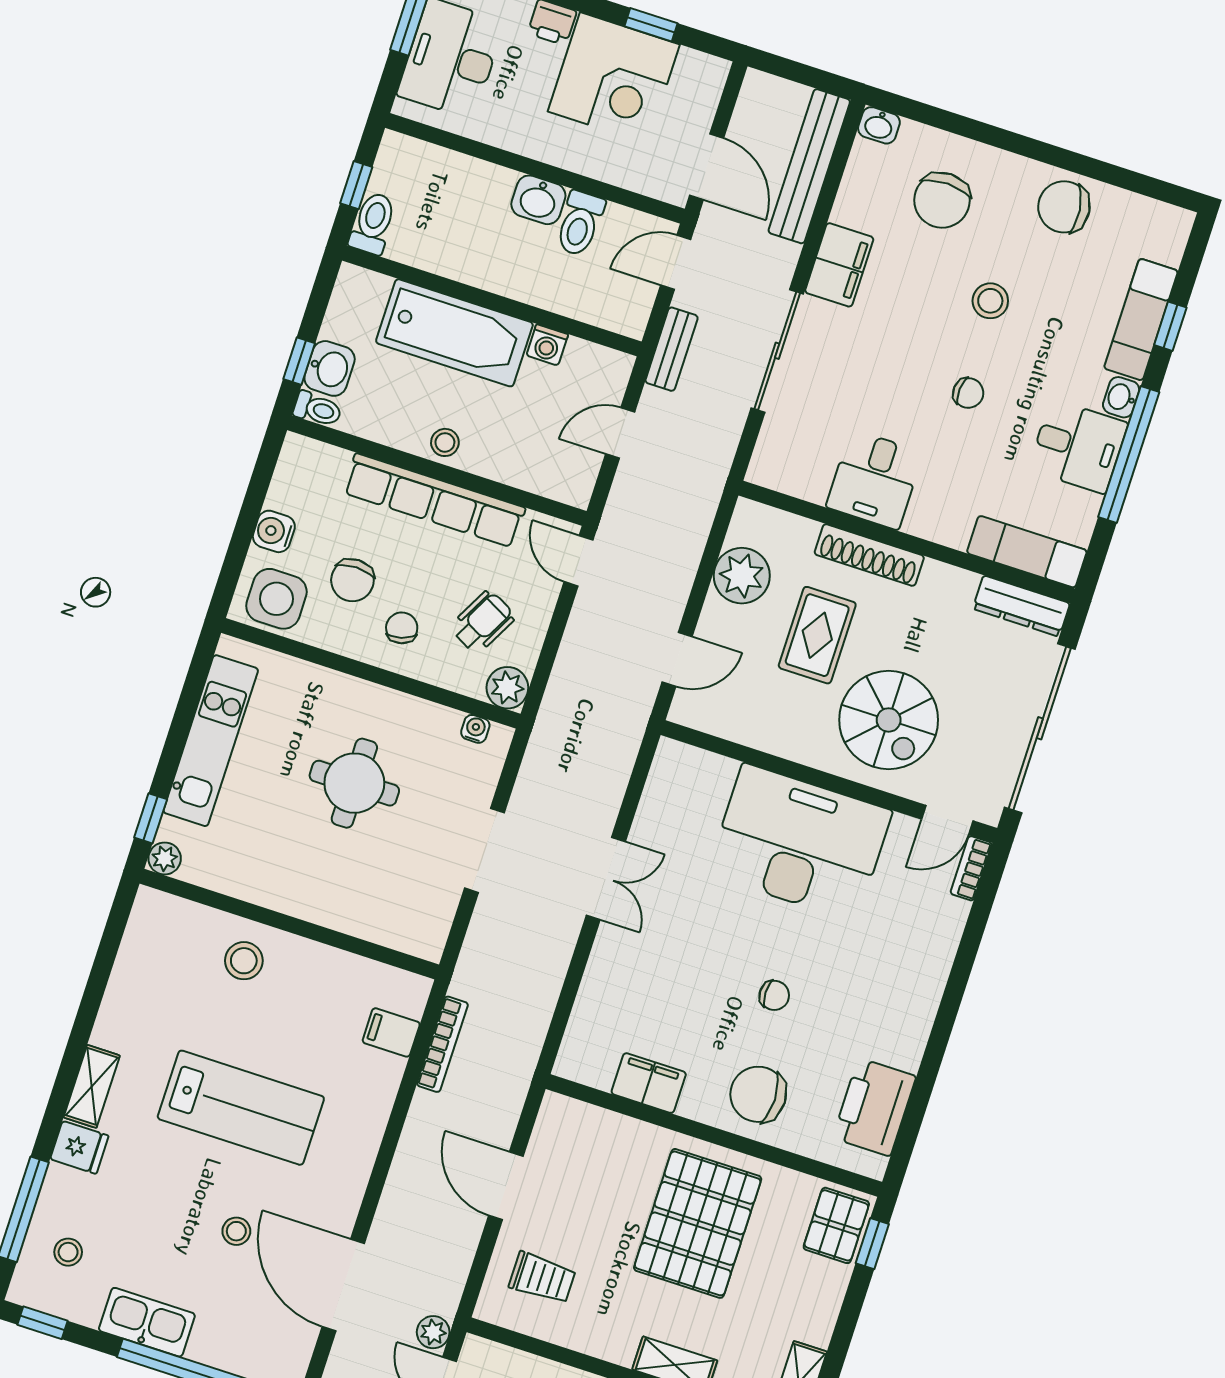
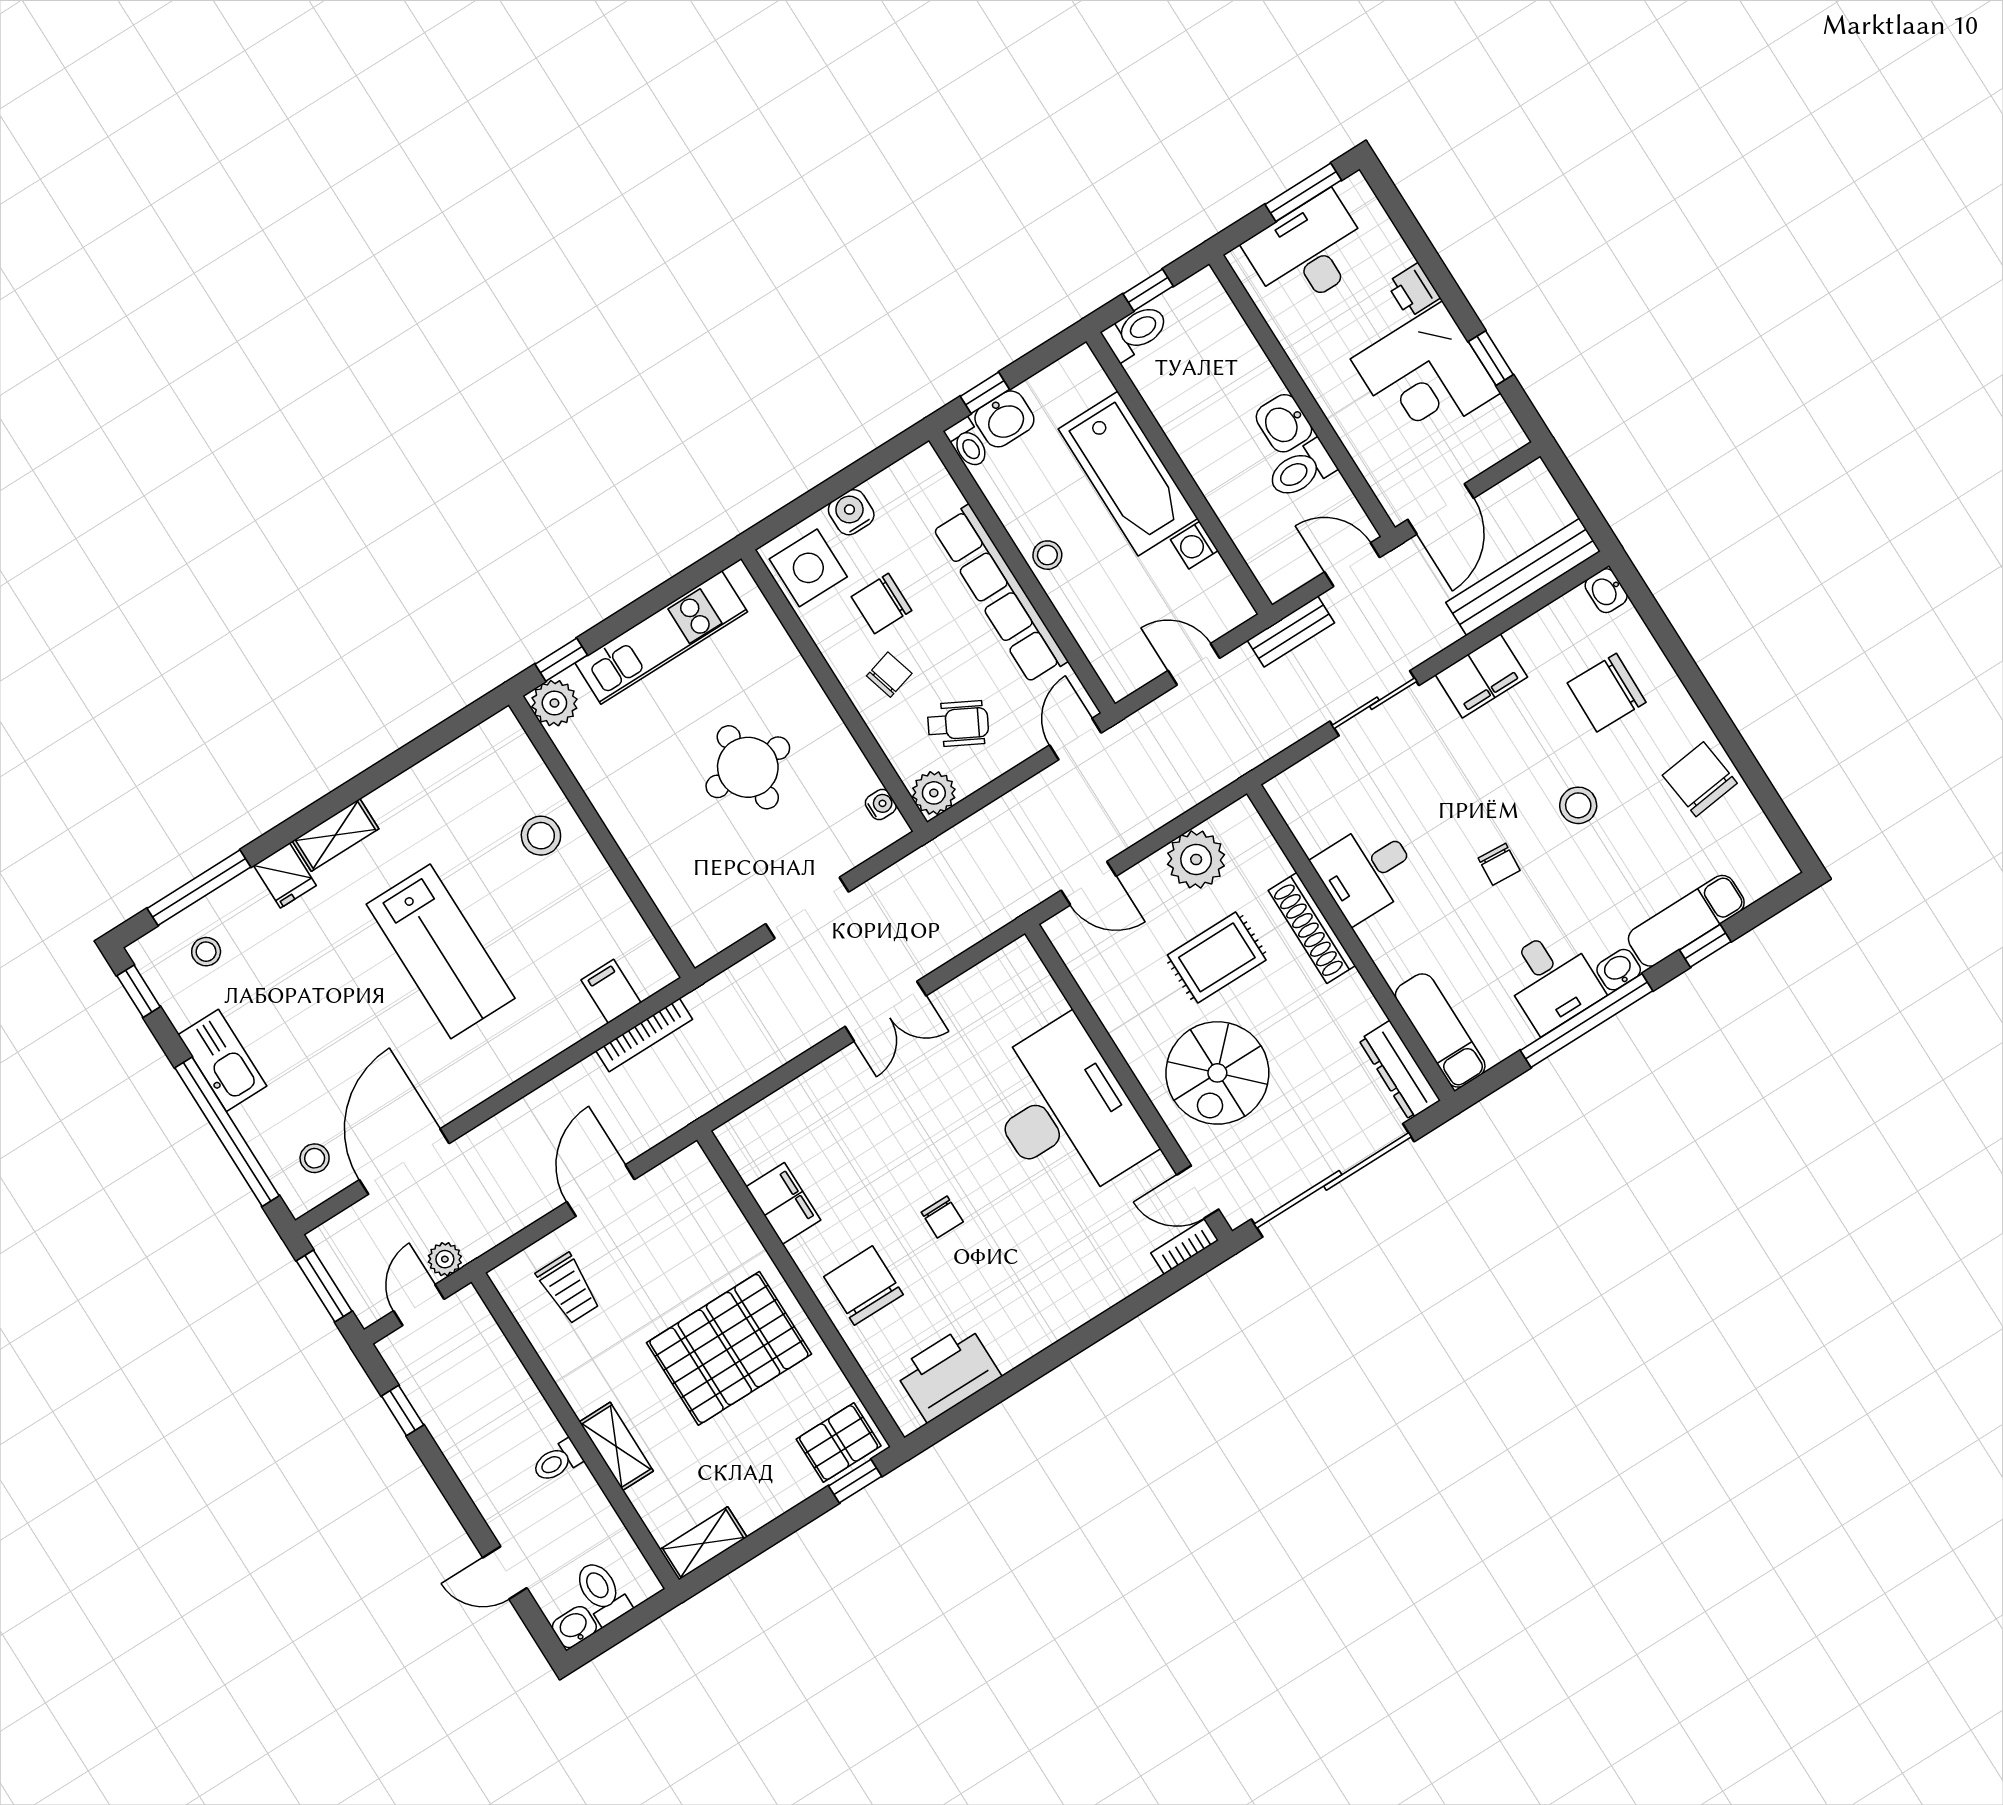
sliding door: (777, 351) -> (1374, 703), width x0.73
plant: (165, 858) -> (554, 703), width x1.38, depth x1.38
stool: (236, 1231) -> (315, 1158), moved

